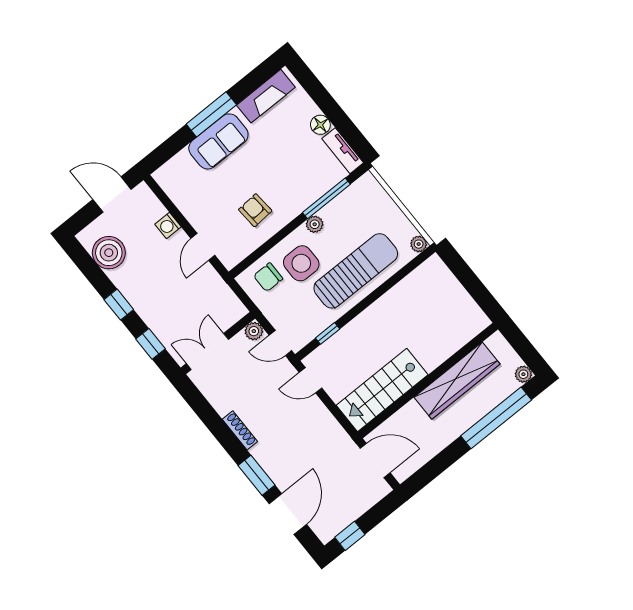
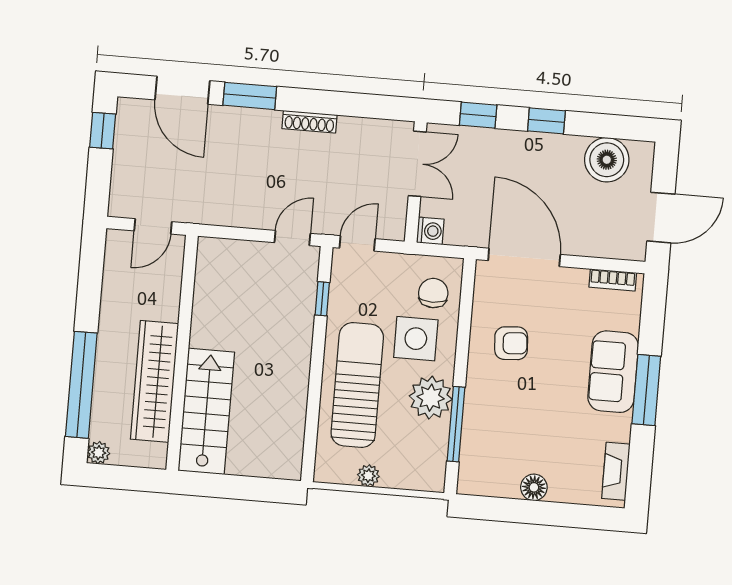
fireplace: (266, 96) -> (616, 471), width x0.73, depth x0.76
tv unit: (343, 151) -> (488, 485), removed
bookcase: (170, 188) -> (613, 280), added
plant: (315, 224) -> (431, 398), width x1.87, depth x1.87
washing machine: (168, 226) -> (430, 231), moved, turned 90
plant: (419, 244) -> (368, 476), moved
door: (203, 247) -> (524, 257), width x1.87
sun lounger: (356, 271) -> (357, 385), turned 180
plant: (254, 331) -> (394, 228), removed
stairs: (382, 390) -> (206, 411), moved
door: (375, 460) -> (153, 226), width x0.73

